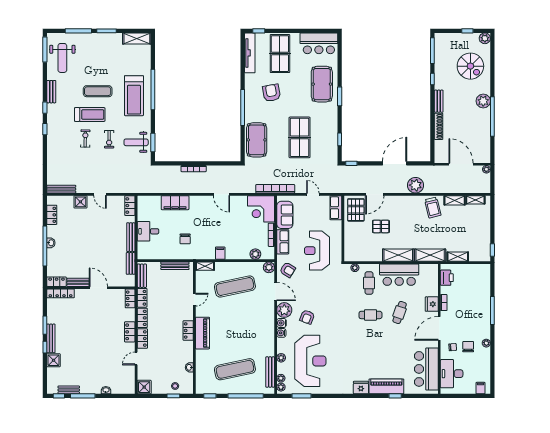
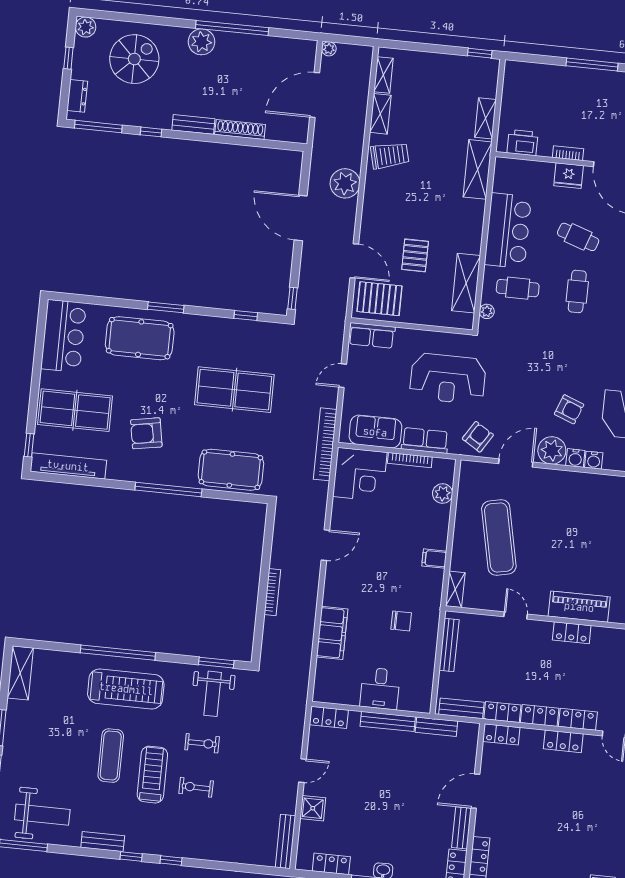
dresser: (448, 38) -> (77, 96), added
shelving: (398, 255) -> (466, 283), moved
plant: (269, 267) -> (470, 471), removed

